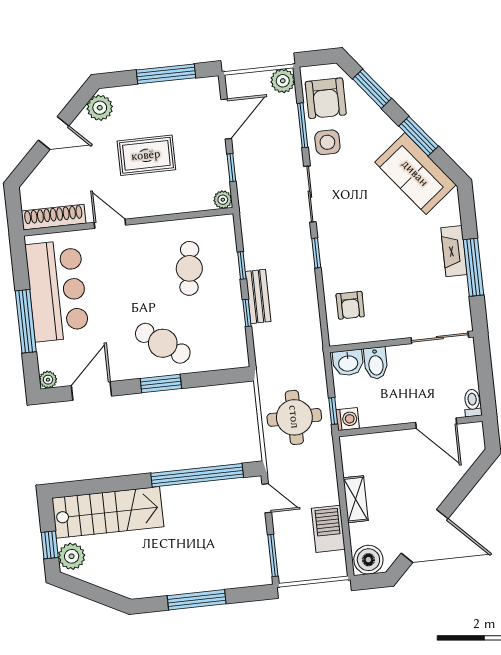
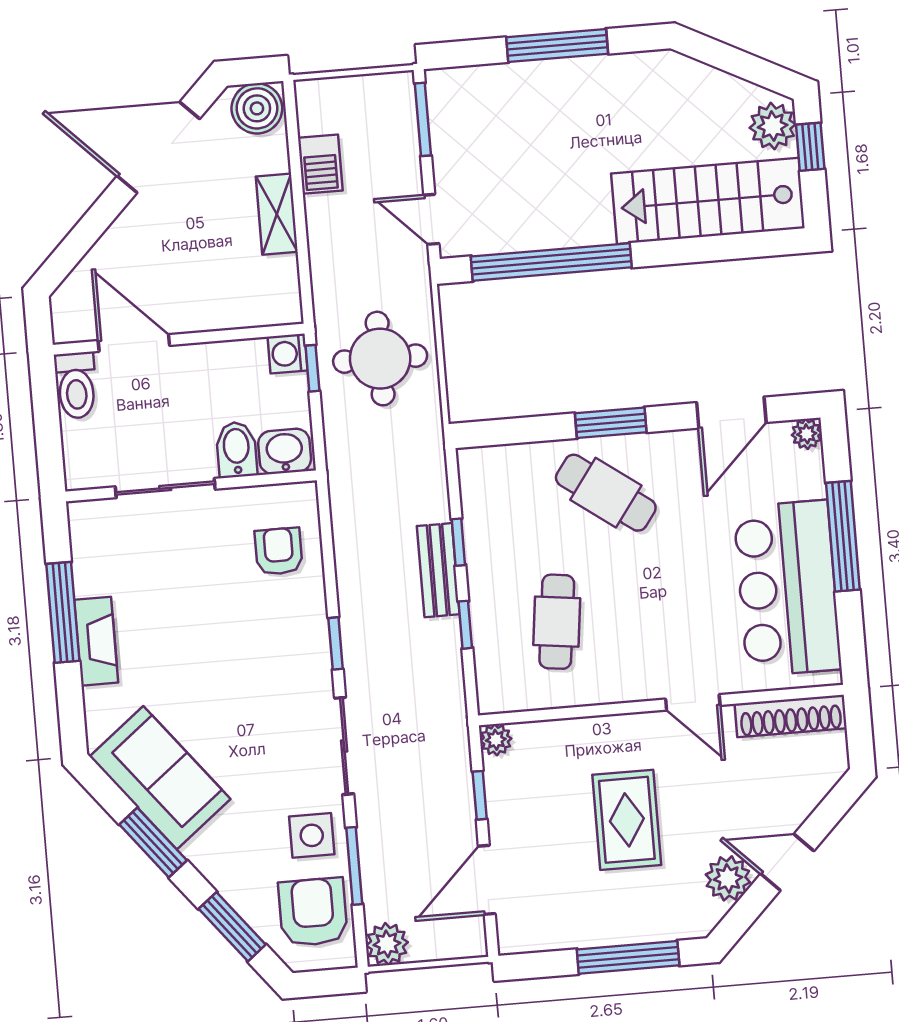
window: (166, 74) -> (628, 957), moved
plant: (100, 108) -> (728, 878), moved
rug: (146, 155) -> (627, 820), turned 90
sliding door: (440, 338) -> (165, 488), moved
toilet: (473, 403) -> (76, 385), width x1.37, depth x1.39
barbecue: (328, 529) -> (320, 164), width x0.73, depth x0.79

